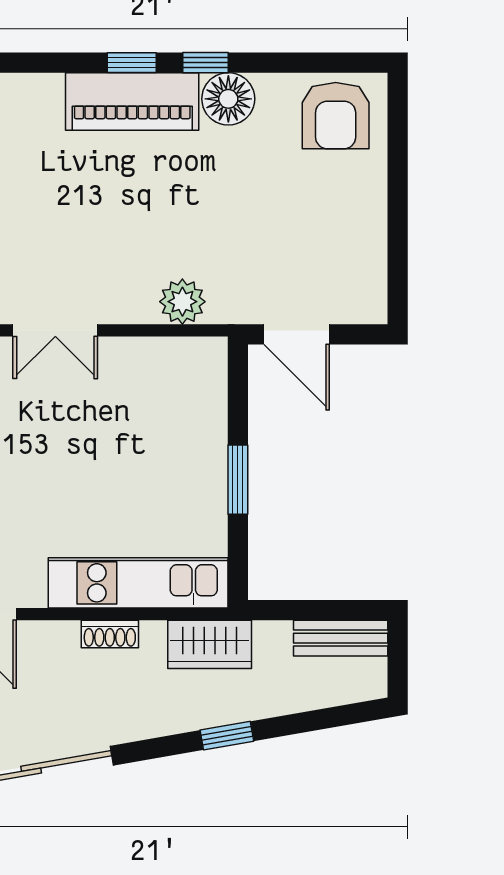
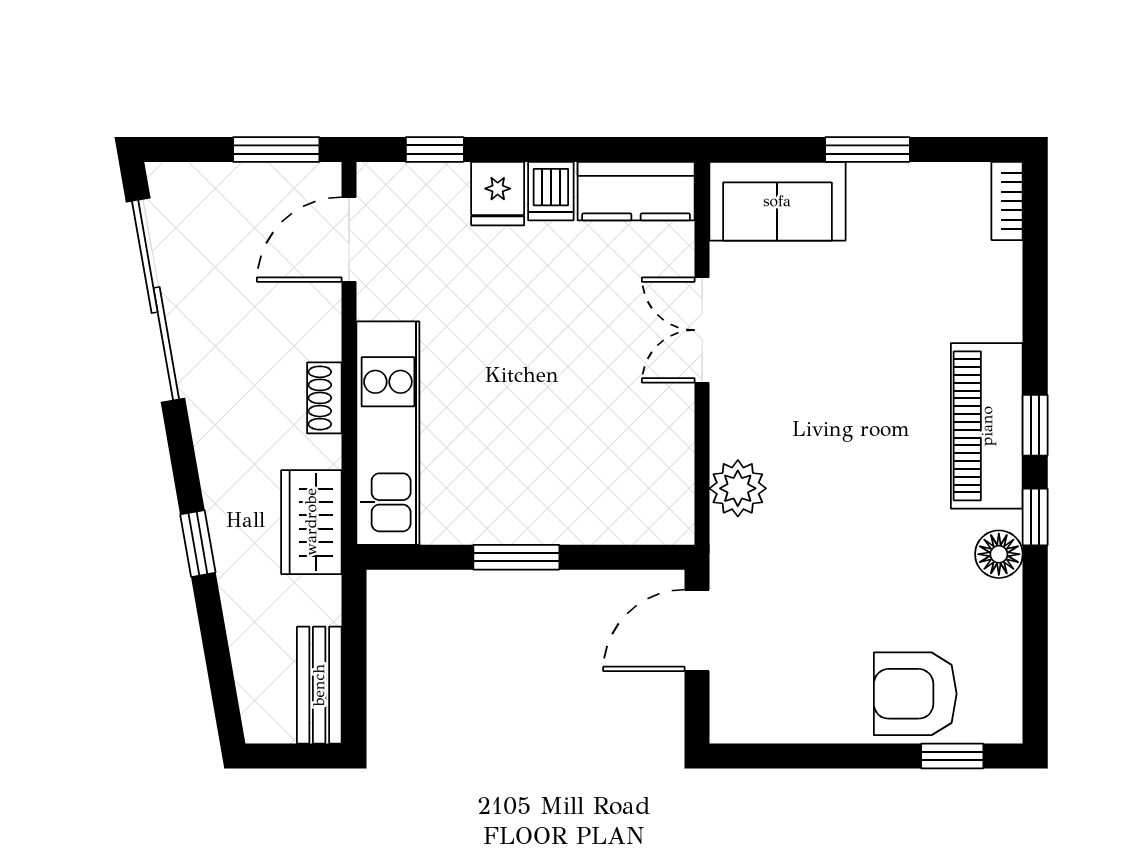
floor lamp: (228, 99) -> (999, 554), width x0.73, depth x0.73
armchair: (336, 116) -> (915, 694), moved
window: (398, 129) -> (952, 756), added

